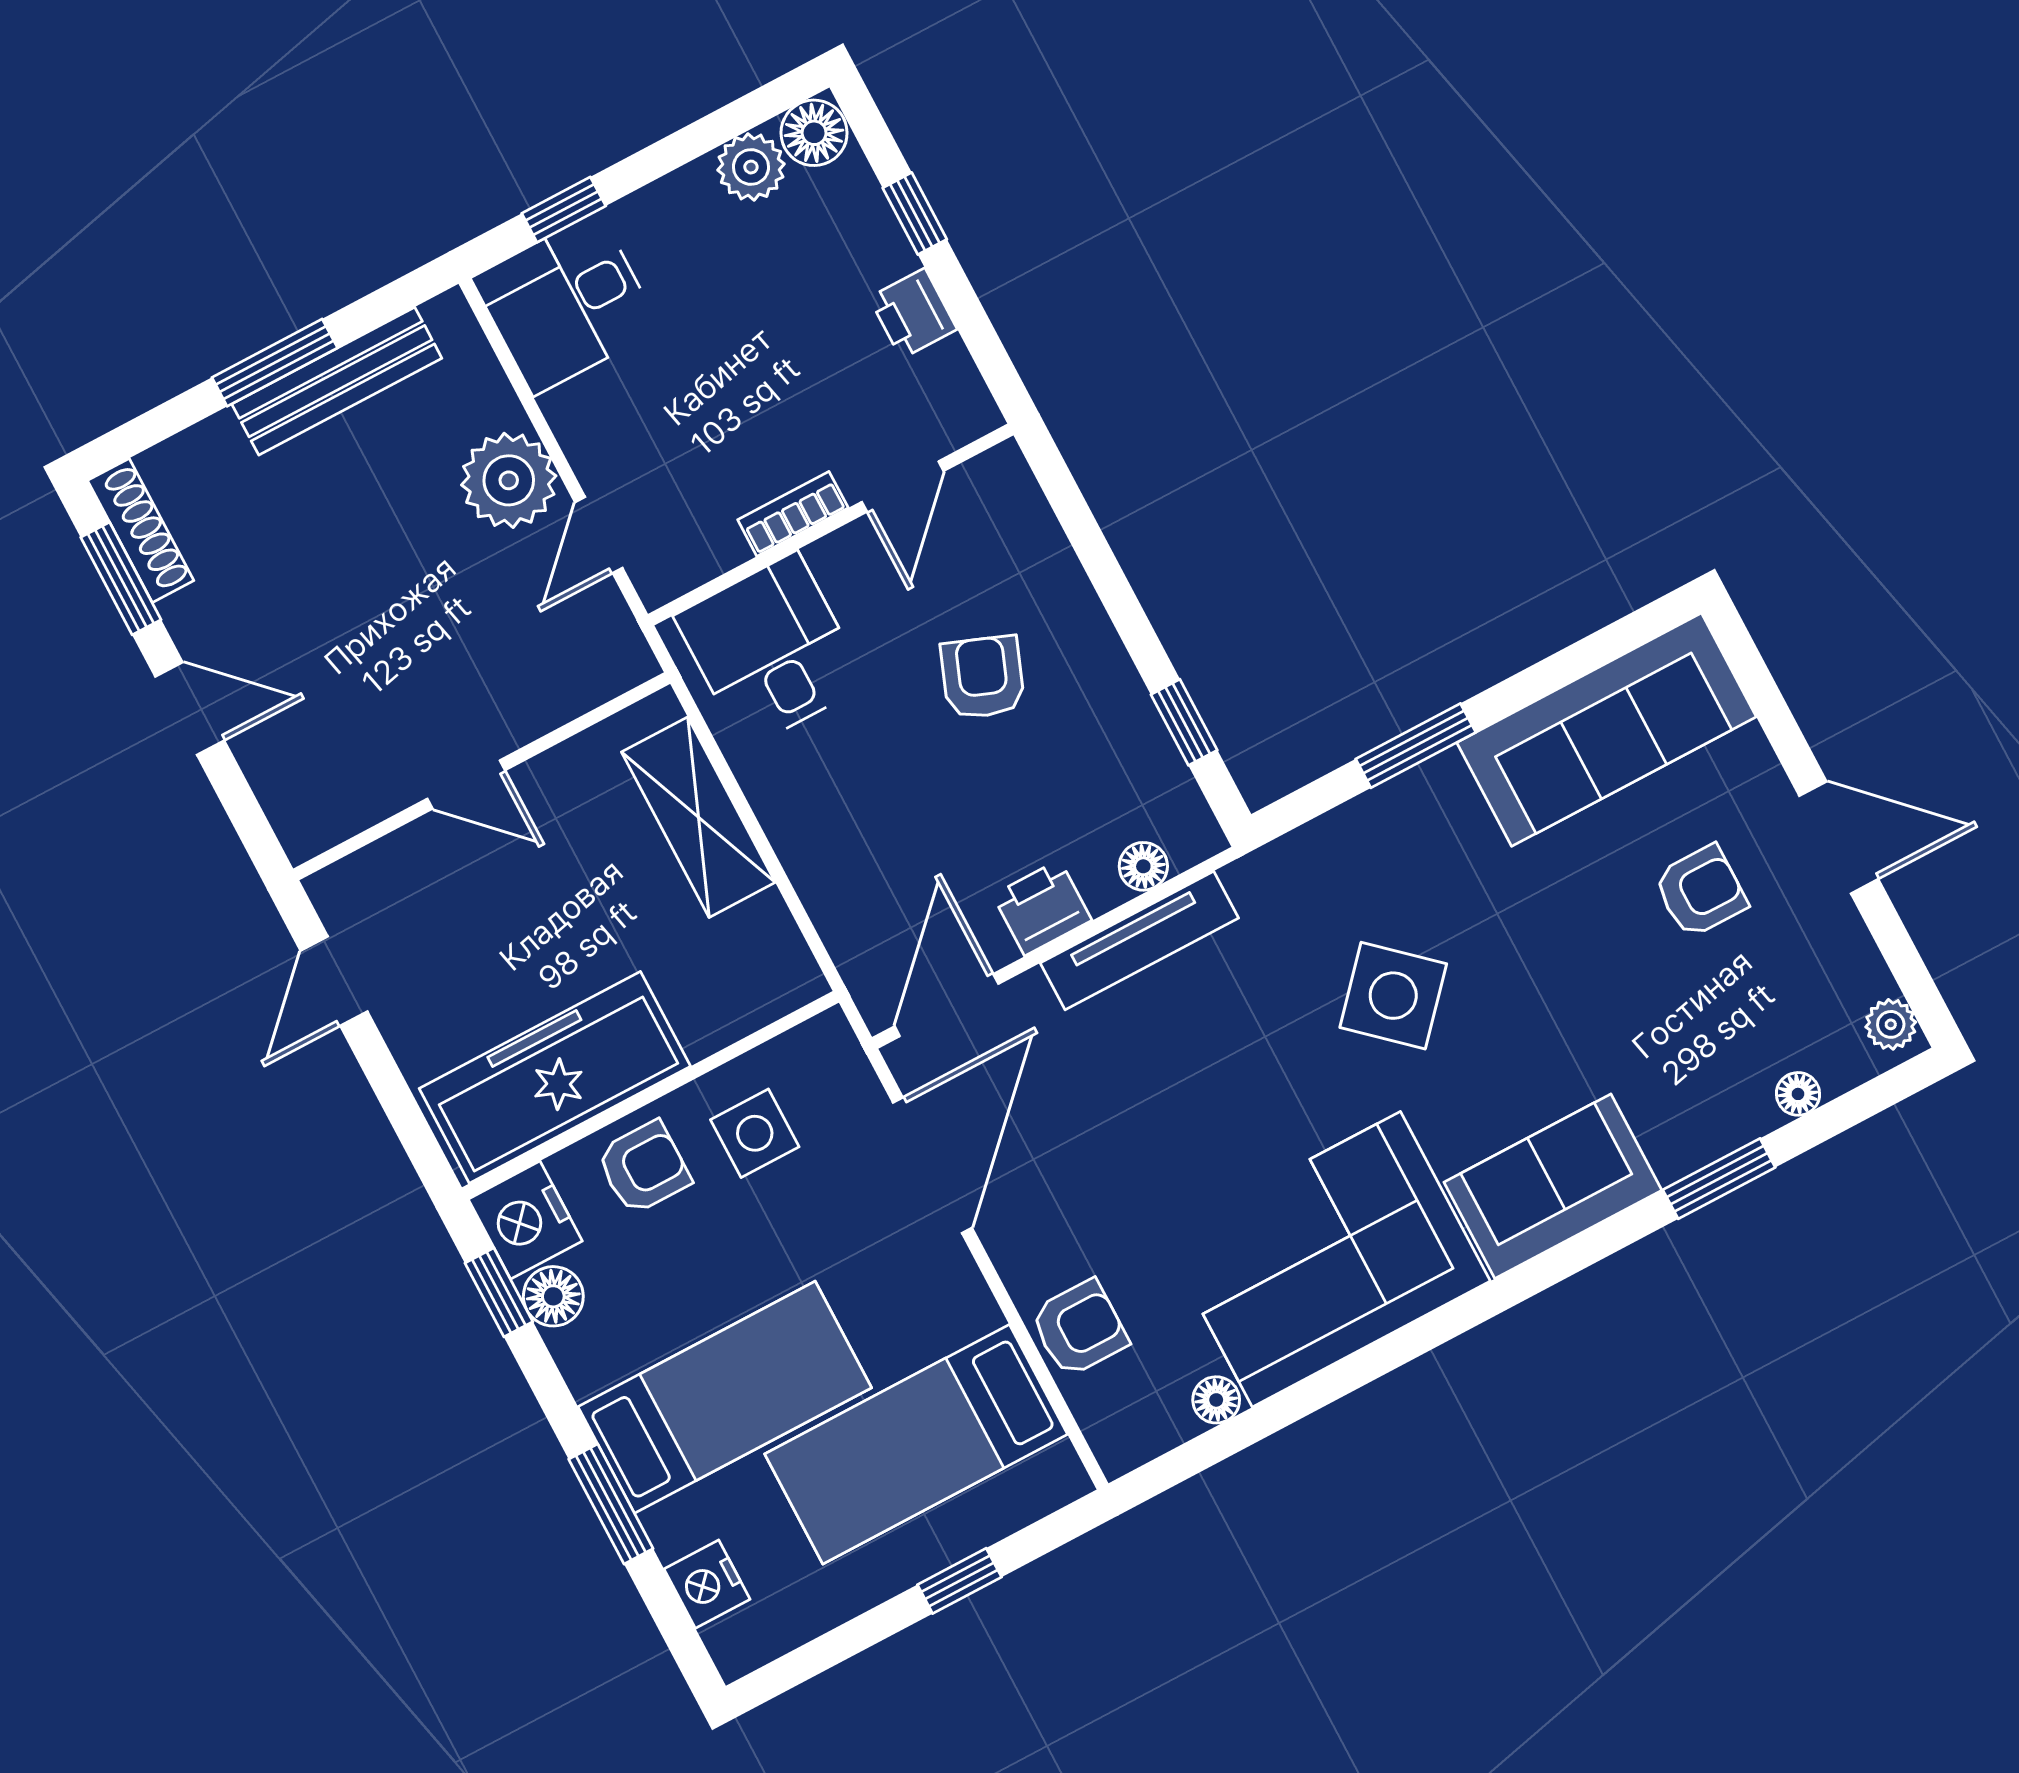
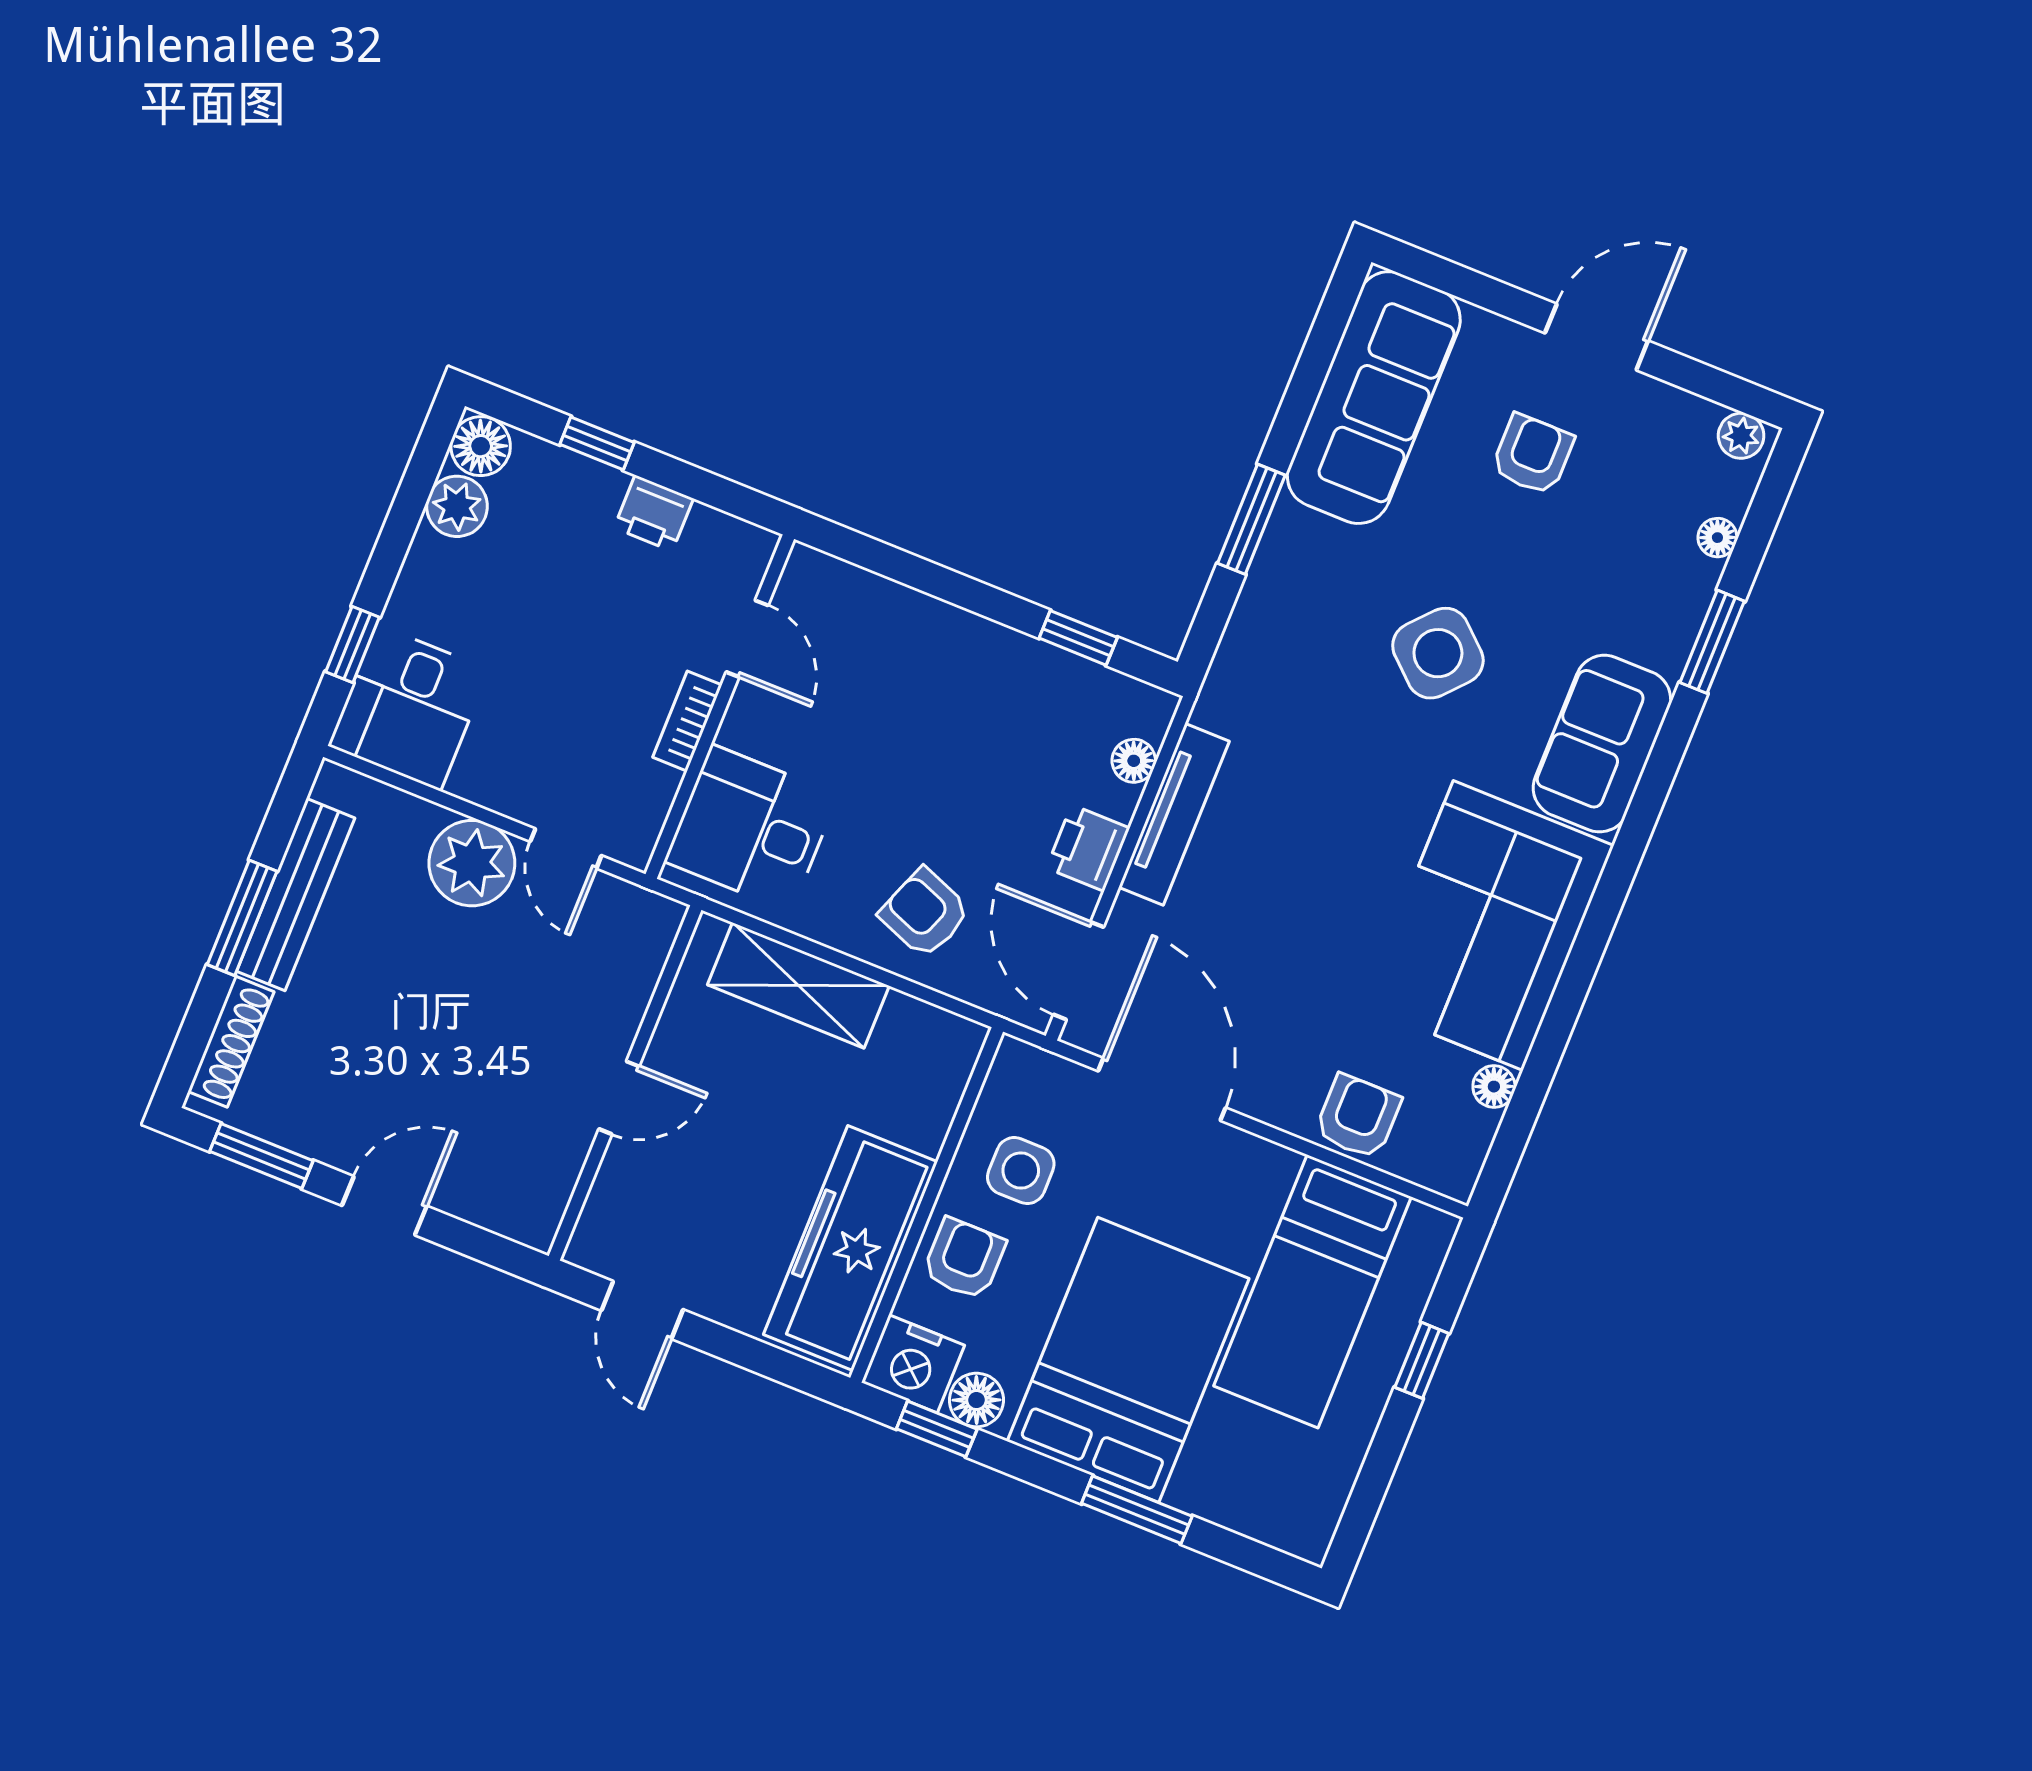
shoe rack: (141, 530) -> (231, 1042), moved, turned 90
armchair: (983, 677) -> (925, 913), moved
side table: (1393, 996) -> (1438, 653), moved
bed: (725, 1397) -> (1128, 1360), width x1.50
nightstand: (707, 1584) -> (1250, 1509), removed

